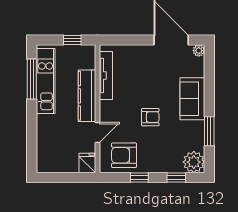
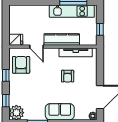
armchair: (150, 117) -> (68, 76), moved

